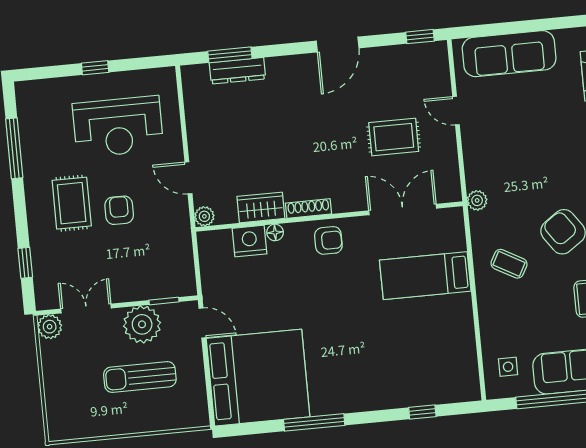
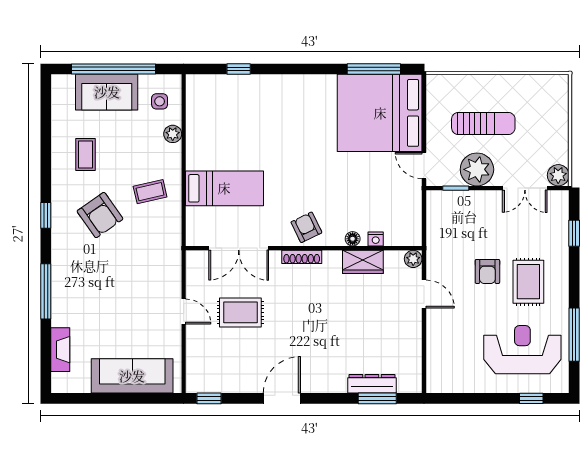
window: (95, 68) -> (531, 398), moved
door: (456, 111) -> (184, 312), moved
reception desk: (118, 127) -> (522, 350), moved
plant: (477, 200) -> (173, 134), moved
shoe rack: (308, 209) -> (302, 257), moved
armchair: (328, 240) -> (306, 227), turned 64
nightstand: (250, 241) -> (376, 239), width x0.53, depth x0.56
coffee table: (509, 264) -> (150, 192), turned -42
window: (314, 422) -> (374, 69), moved

